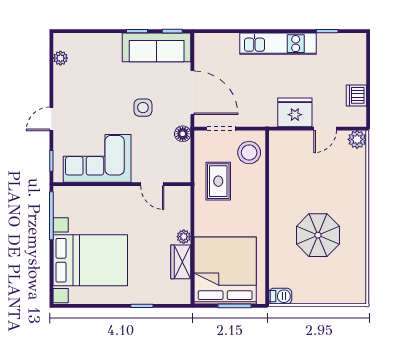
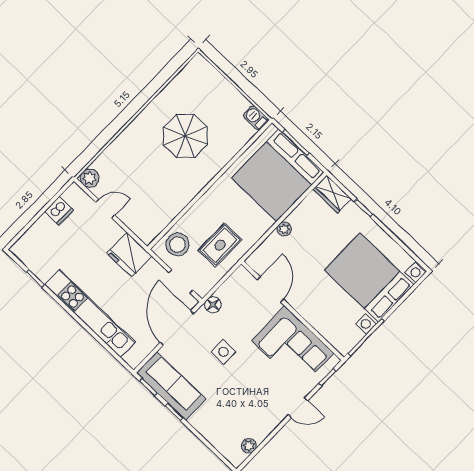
kitchen unit: (278, 44) -> (90, 313), width x1.36
fridge: (295, 112) -> (129, 255), moved
door: (152, 184) -> (270, 289), width x1.38
wardrobe: (181, 262) -> (332, 194), moved, turned 90

